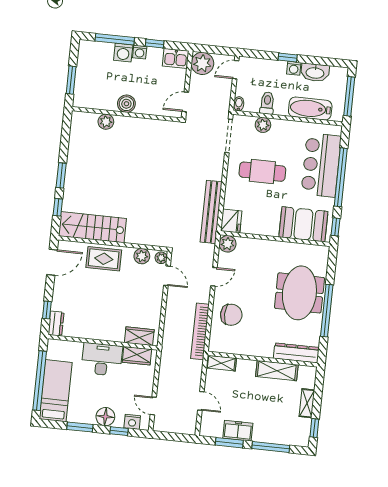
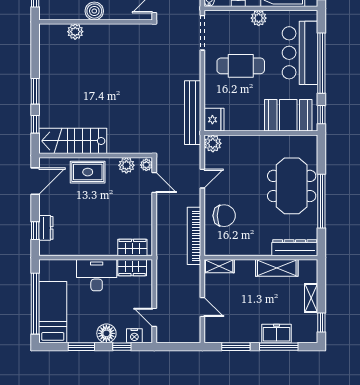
plant: (263, 125) -> (259, 18), moved
dresser: (56, 323) -> (46, 228), moved
freezer: (238, 431) -> (276, 334), moved

